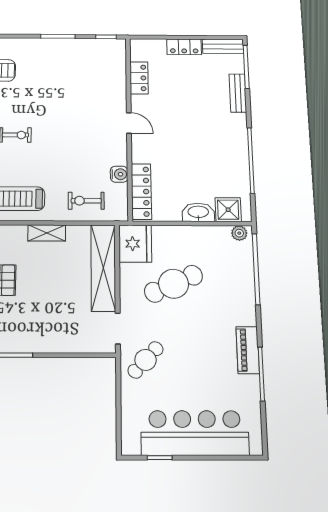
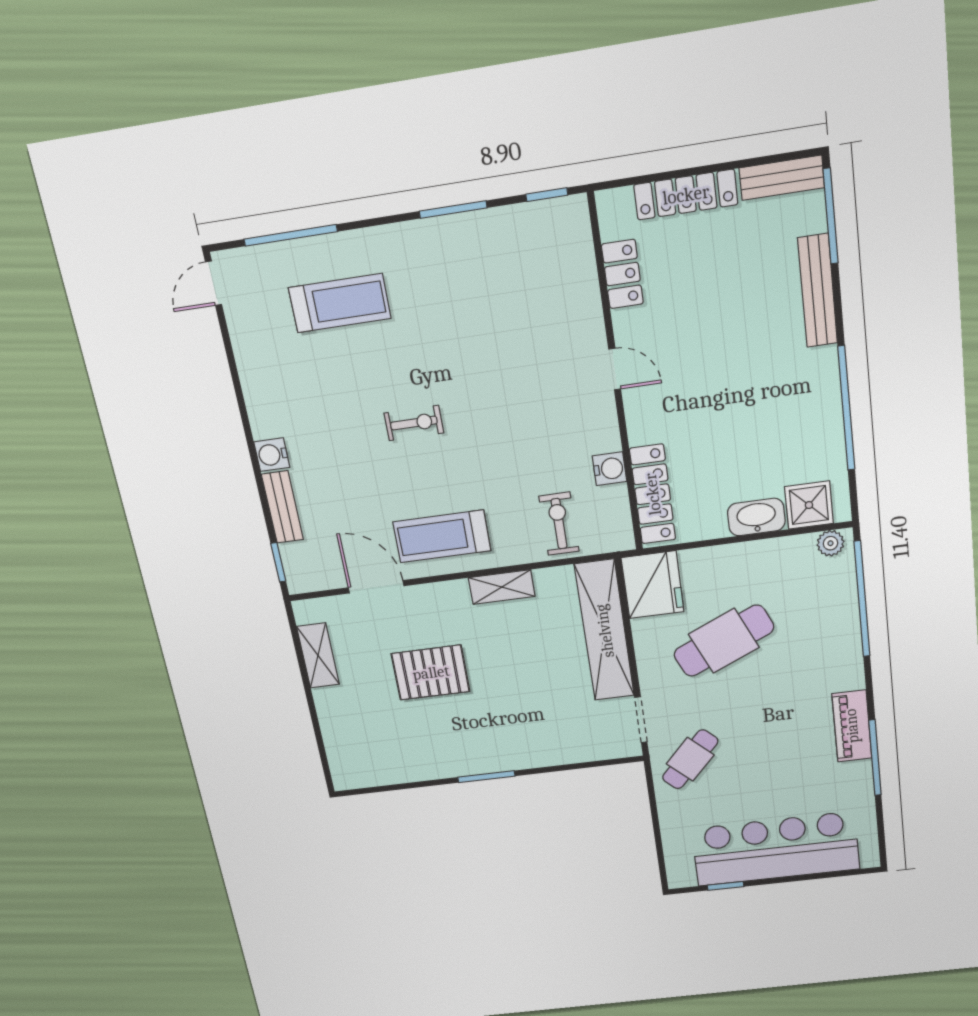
locker: (184, 47) -> (686, 195), width x1.53
bench: (238, 93) -> (818, 291), width x1.36
exercise bike: (86, 201) -> (559, 524), turned 90

